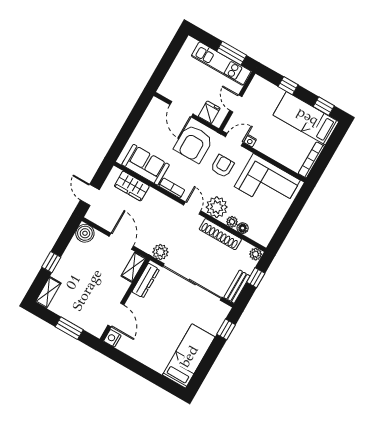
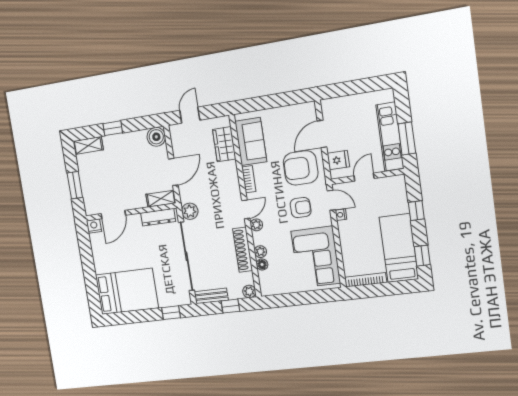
plant: (217, 207) -> (256, 225), width x0.53, depth x0.53
bed: (189, 356) -> (127, 291), width x1.50

